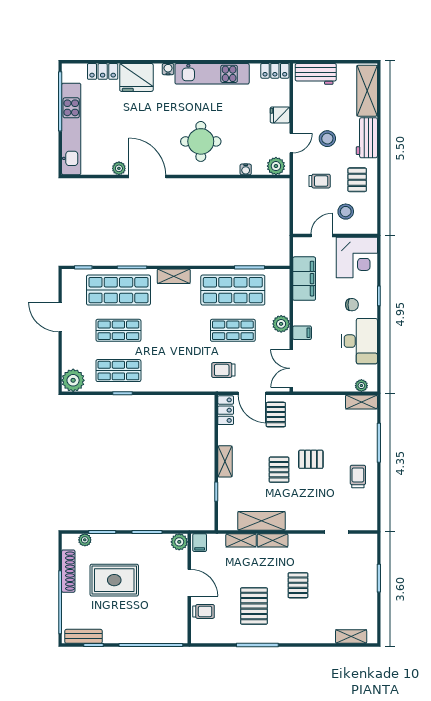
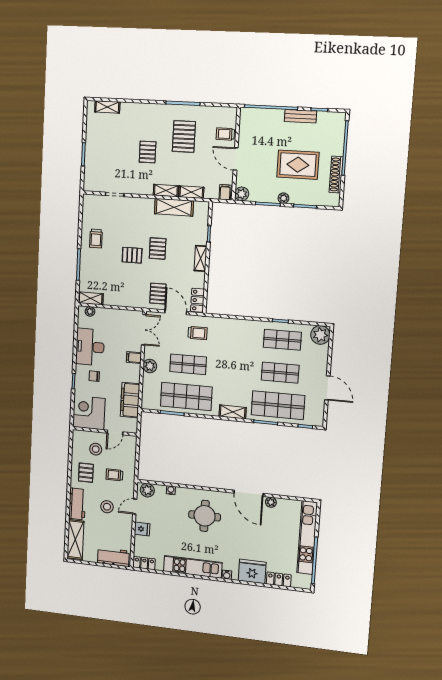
plant: (85, 540) -> (283, 198), moved
bench: (83, 636) -> (300, 116), moved

